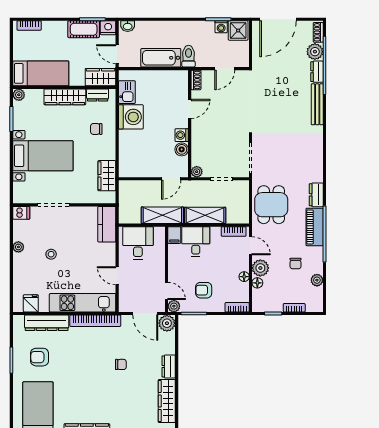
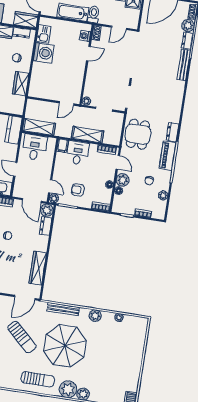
washing machine: (182, 135) -> (85, 36), moved
boiler: (182, 149) -> (78, 83), removed
wardrobe: (107, 176) -> (21, 84), moved
shelving: (162, 215) -> (39, 127), moved
dresser: (169, 366) -> (46, 226), moved

